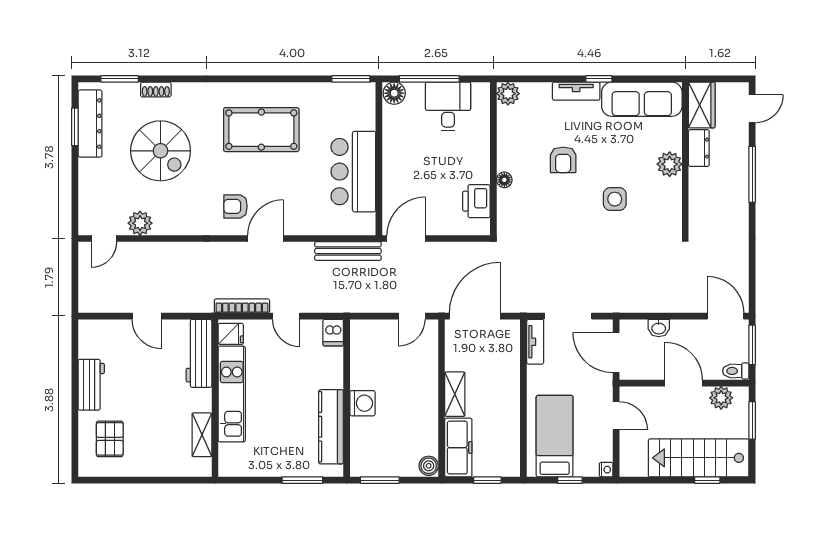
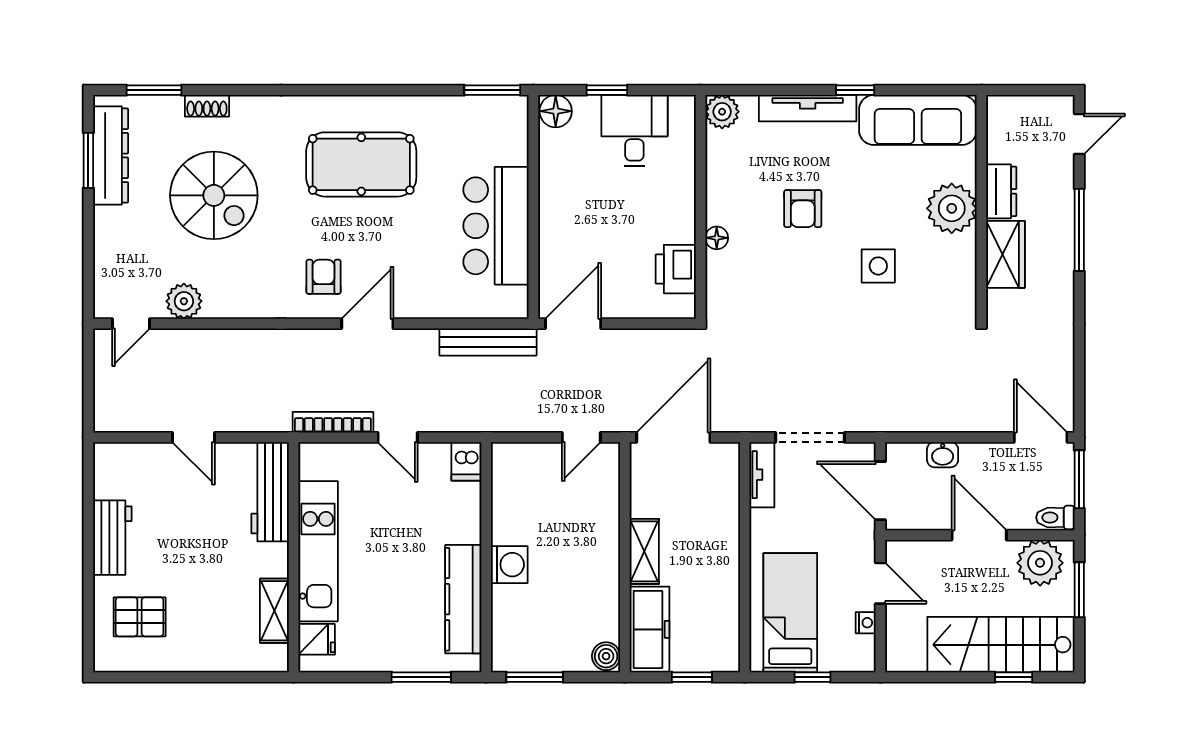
window: (429, 79) -> (607, 90), width x0.46
tv unit: (576, 91) -> (808, 108), width x1.41
wardrobe: (702, 105) -> (1006, 254), moved
plant: (670, 164) -> (952, 208), width x1.36, depth x1.36
armchair: (235, 206) -> (324, 277), turned 90
fridge: (231, 334) -> (317, 639), moved
plant: (721, 398) -> (1040, 563), width x1.36, depth x1.36
pallet: (110, 439) -> (140, 617), turned 90
nightstand: (606, 470) -> (866, 623), moved

